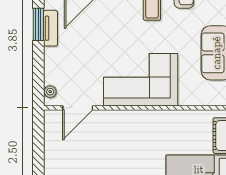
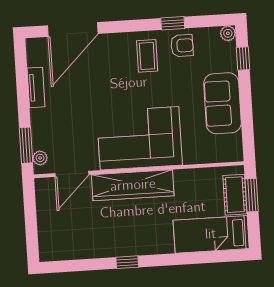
window: (38, 24) -> (26, 145), moved
wardrobe: (132, 121) -> (133, 185), added

